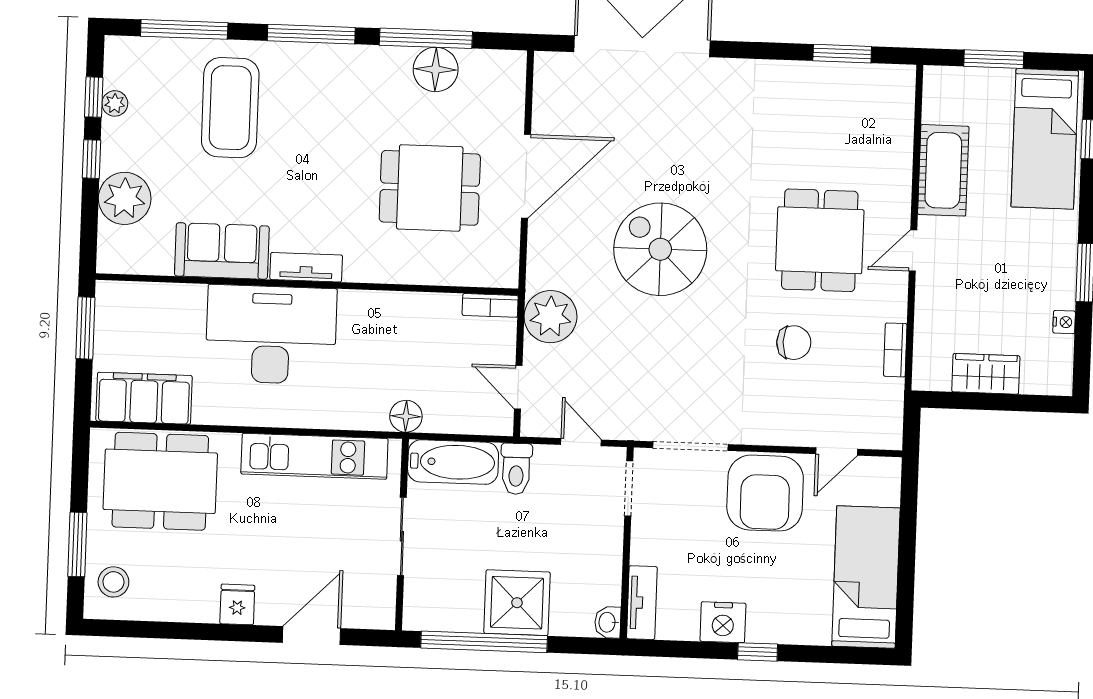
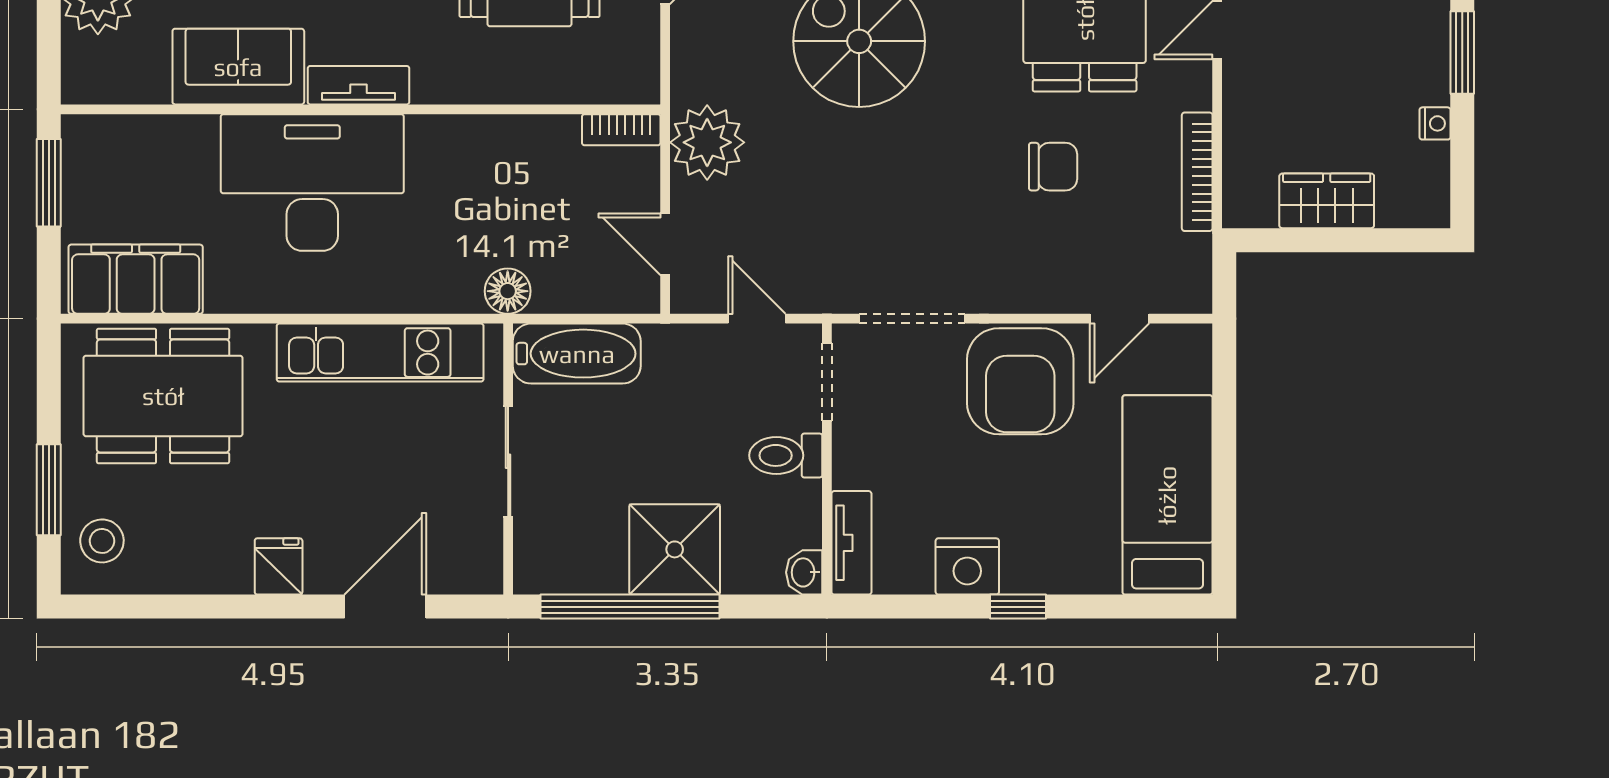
bookcase: (895, 350) -> (1197, 172), width x1.56
toilet: (516, 469) -> (786, 455), moved, turned 90

